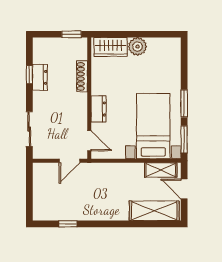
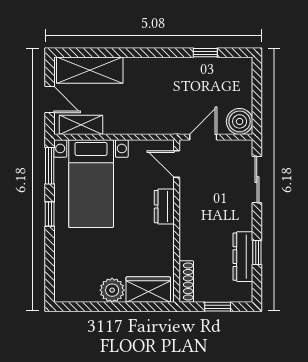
window: (72, 34) -> (218, 307), moved
shoe rack: (82, 76) -> (186, 282), moved
dresser: (40, 77) -> (243, 257), width x1.44
window: (184, 103) -> (50, 214), width x0.67
boiler: (42, 172) -> (240, 121), added

